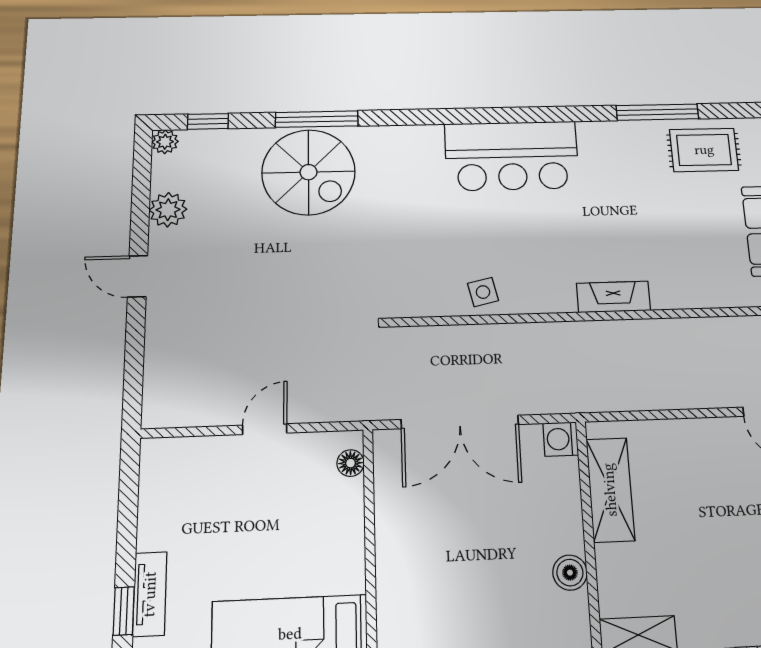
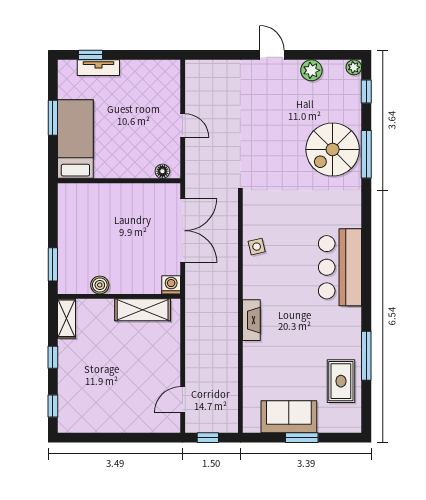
door: (138, 276) -> (272, 55), hinge flipped
double door: (460, 422) -> (183, 231), swing flipped

